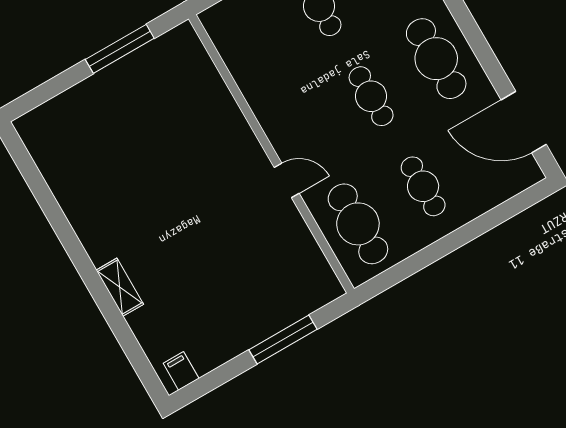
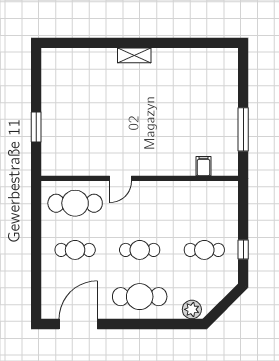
shelving: (120, 287) -> (134, 55), moved
window: (283, 339) -> (36, 127), width x0.69
filing cabinet: (181, 371) -> (204, 166), moved, turned -90

